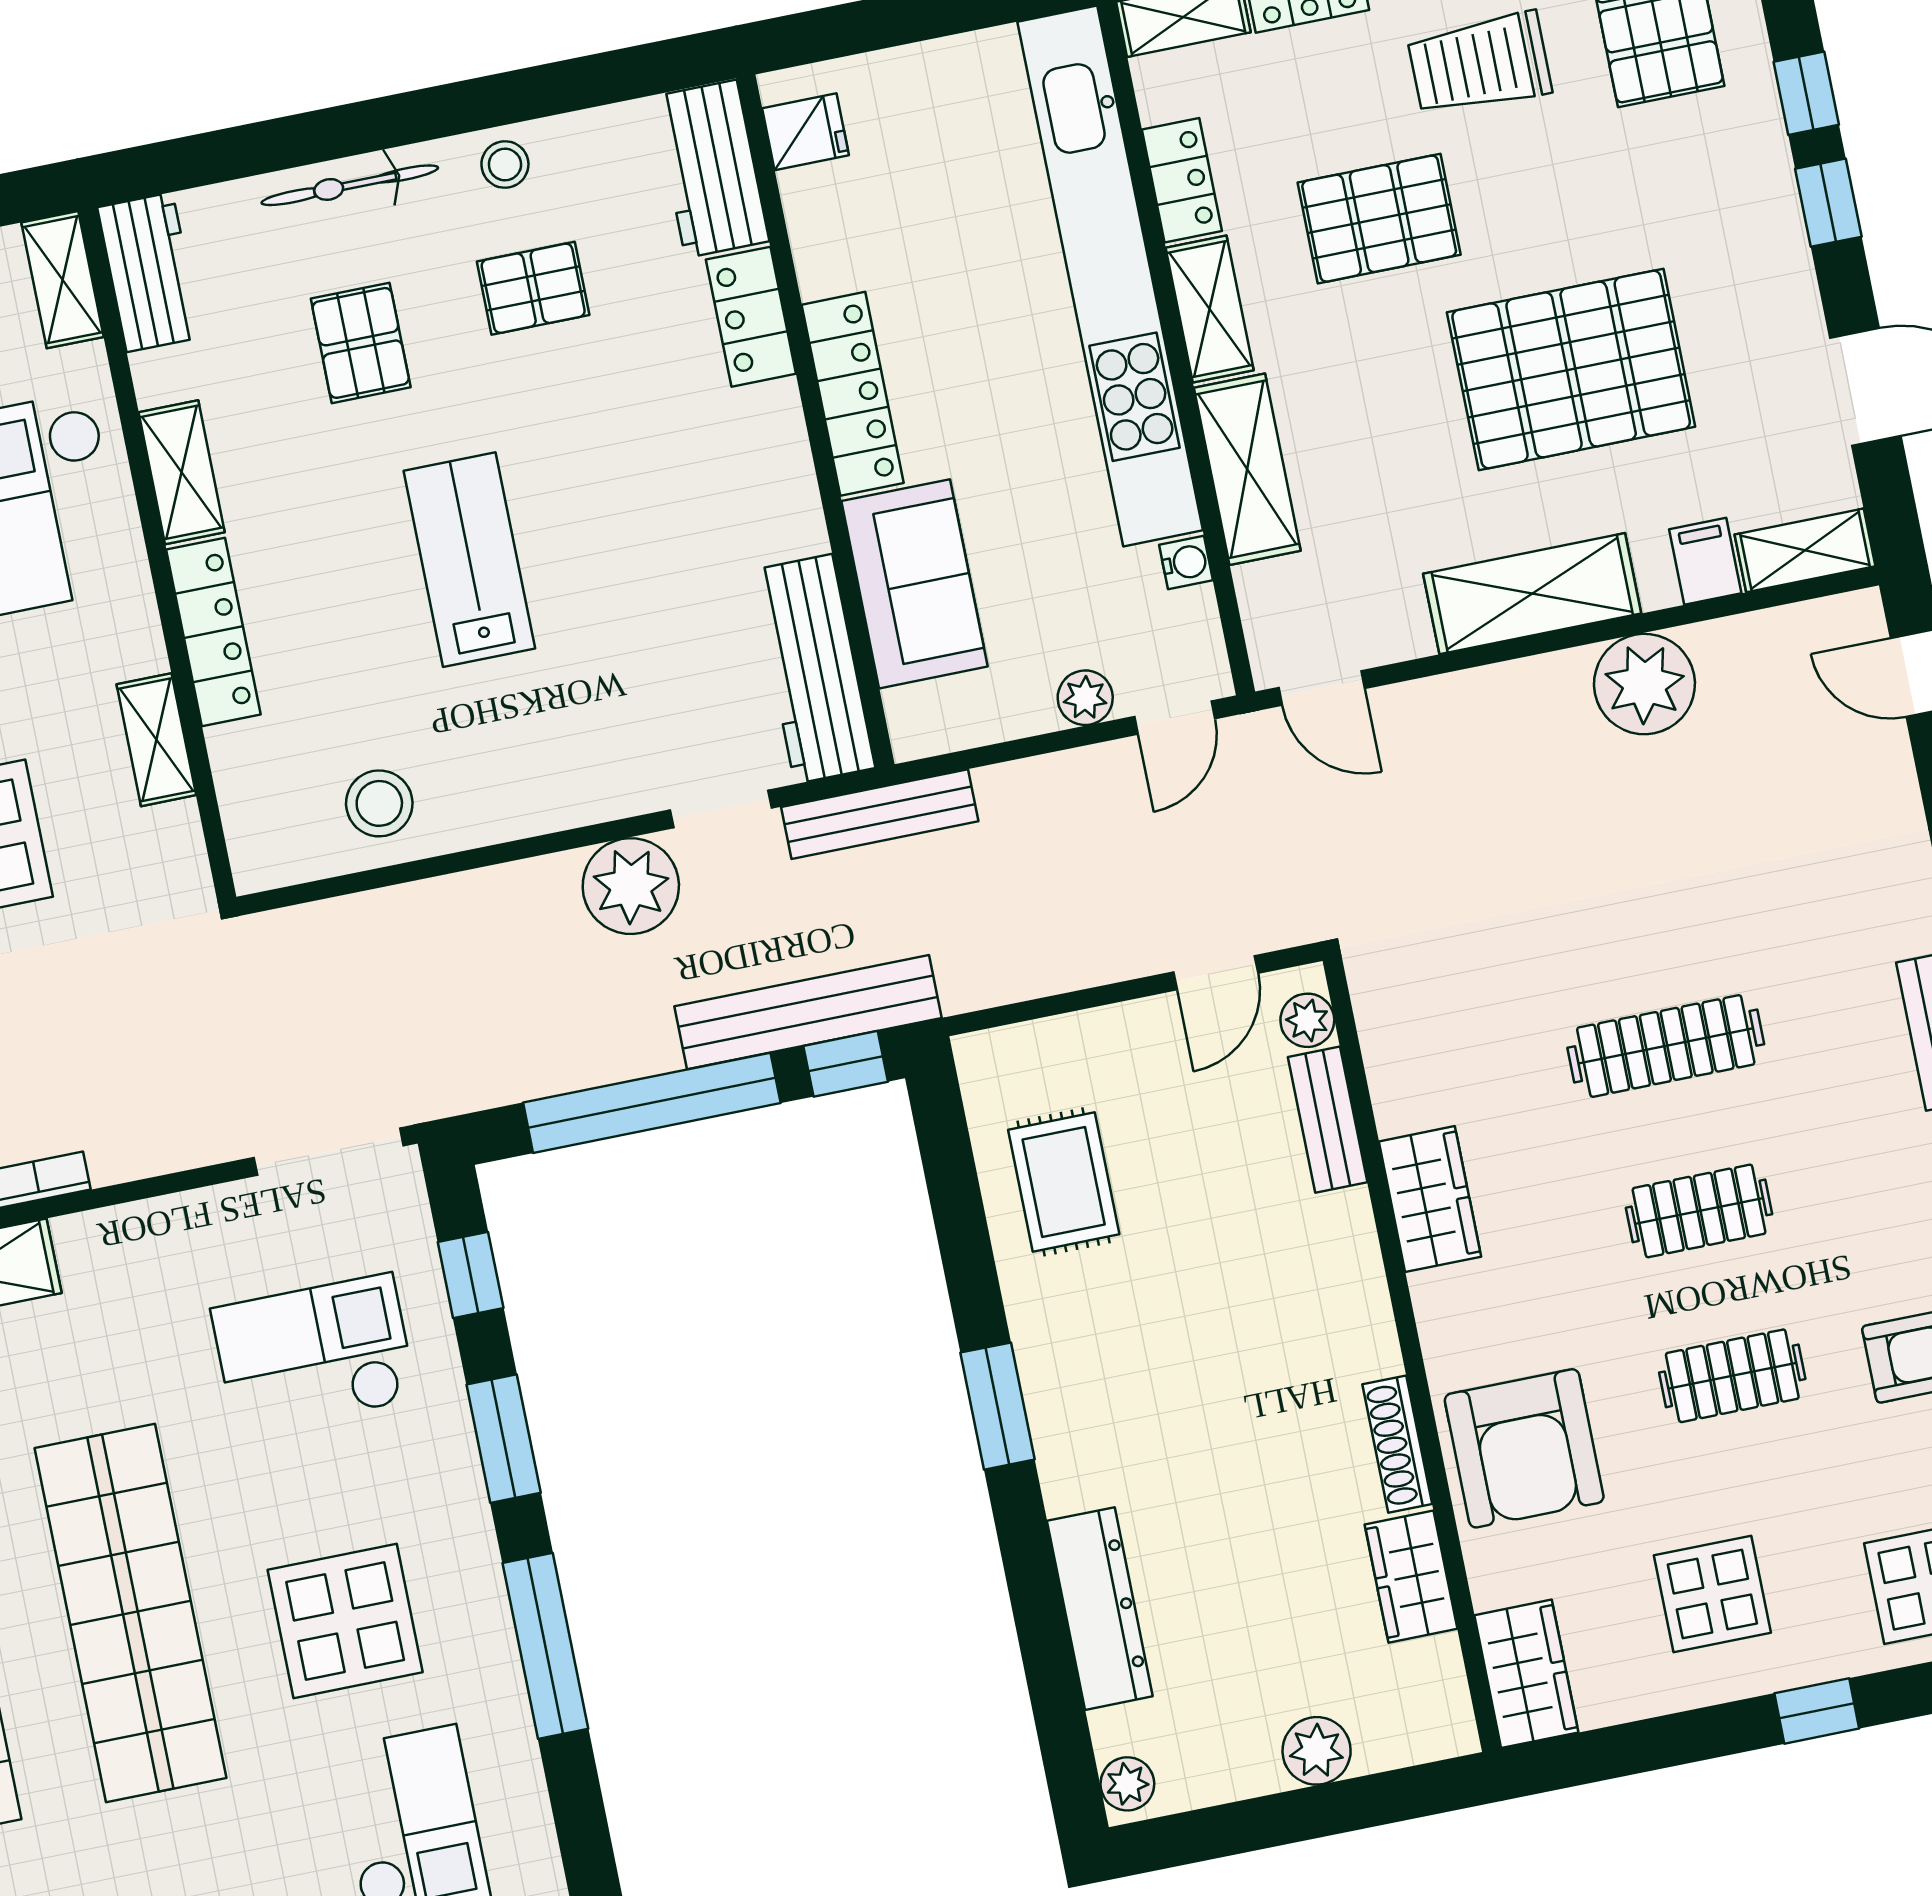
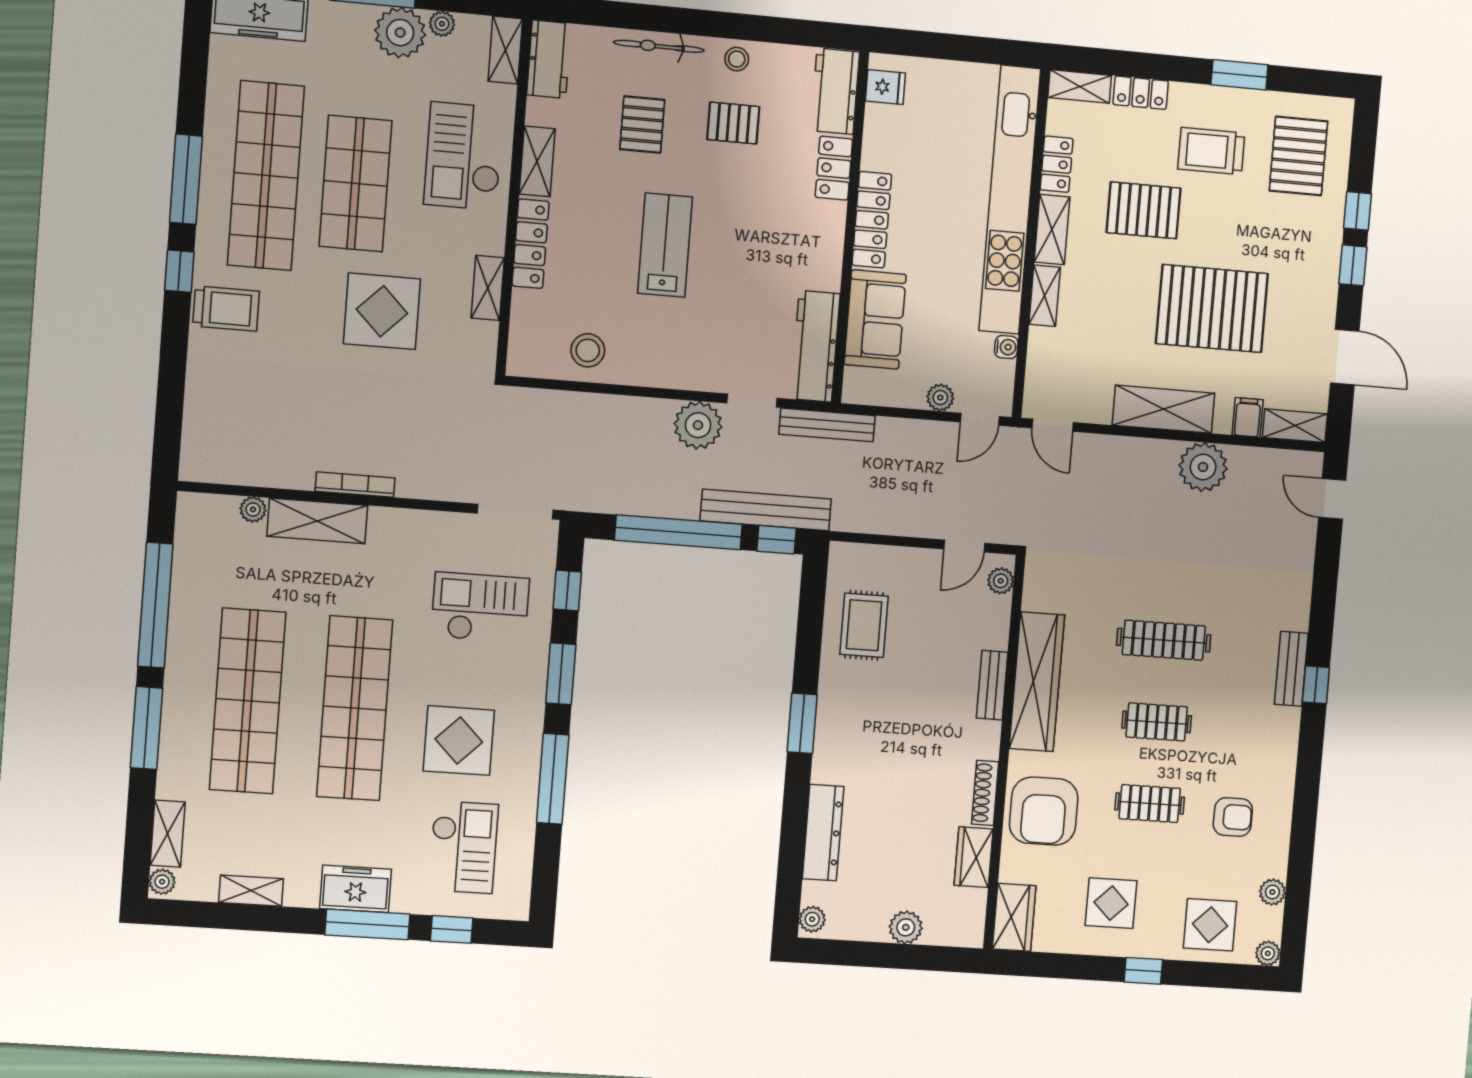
shelving: (1247, 469) -> (1045, 296), width x0.67, depth x0.75
bench: (1328, 1120) -> (992, 685), moved
wardrobe: (1430, 1199) -> (1037, 682), width x2.10, depth x1.17

